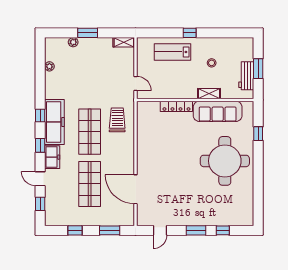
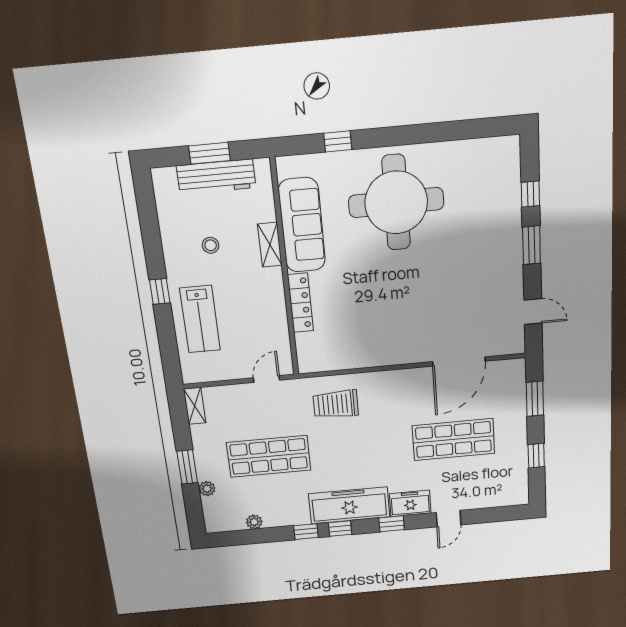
workbench: (246, 76) -> (216, 177), width x1.37
shop shelf: (90, 132) -> (269, 456), moved
window: (40, 204) -> (306, 532), moved

